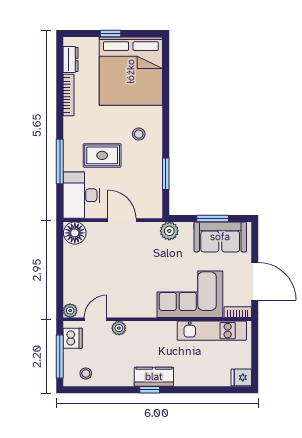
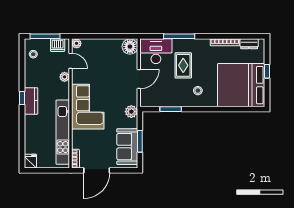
corner sofa: (190, 294) -> (88, 107), moved
kitchen unit: (212, 331) -> (63, 132), width x1.36

